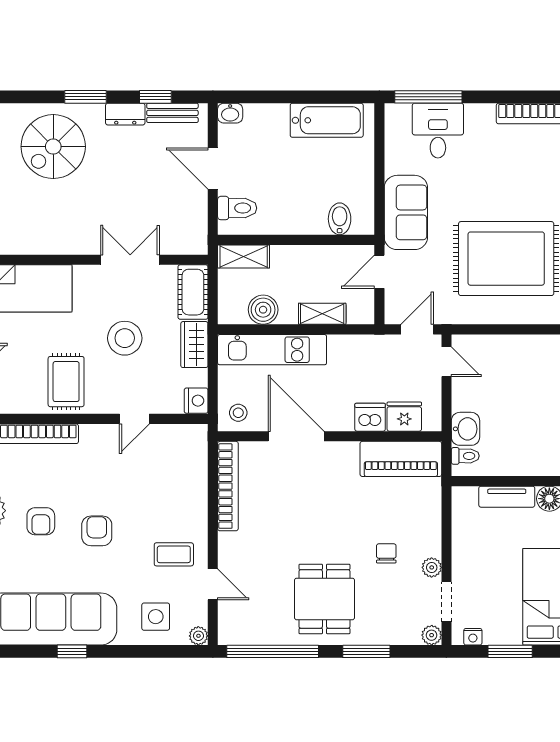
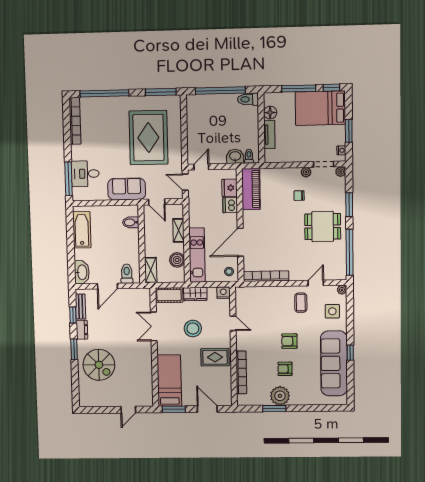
washbasin: (230, 113) -> (82, 272), width x1.91, depth x1.45
armchair: (41, 521) -> (285, 369), turned 180

